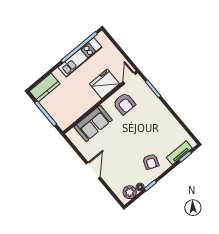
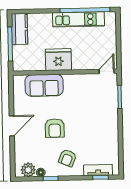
fridge: (104, 84) -> (58, 60), moved
kitchen counter: (45, 88) -> (19, 29), moved, turned -90
armchair: (124, 104) -> (55, 128), moved

